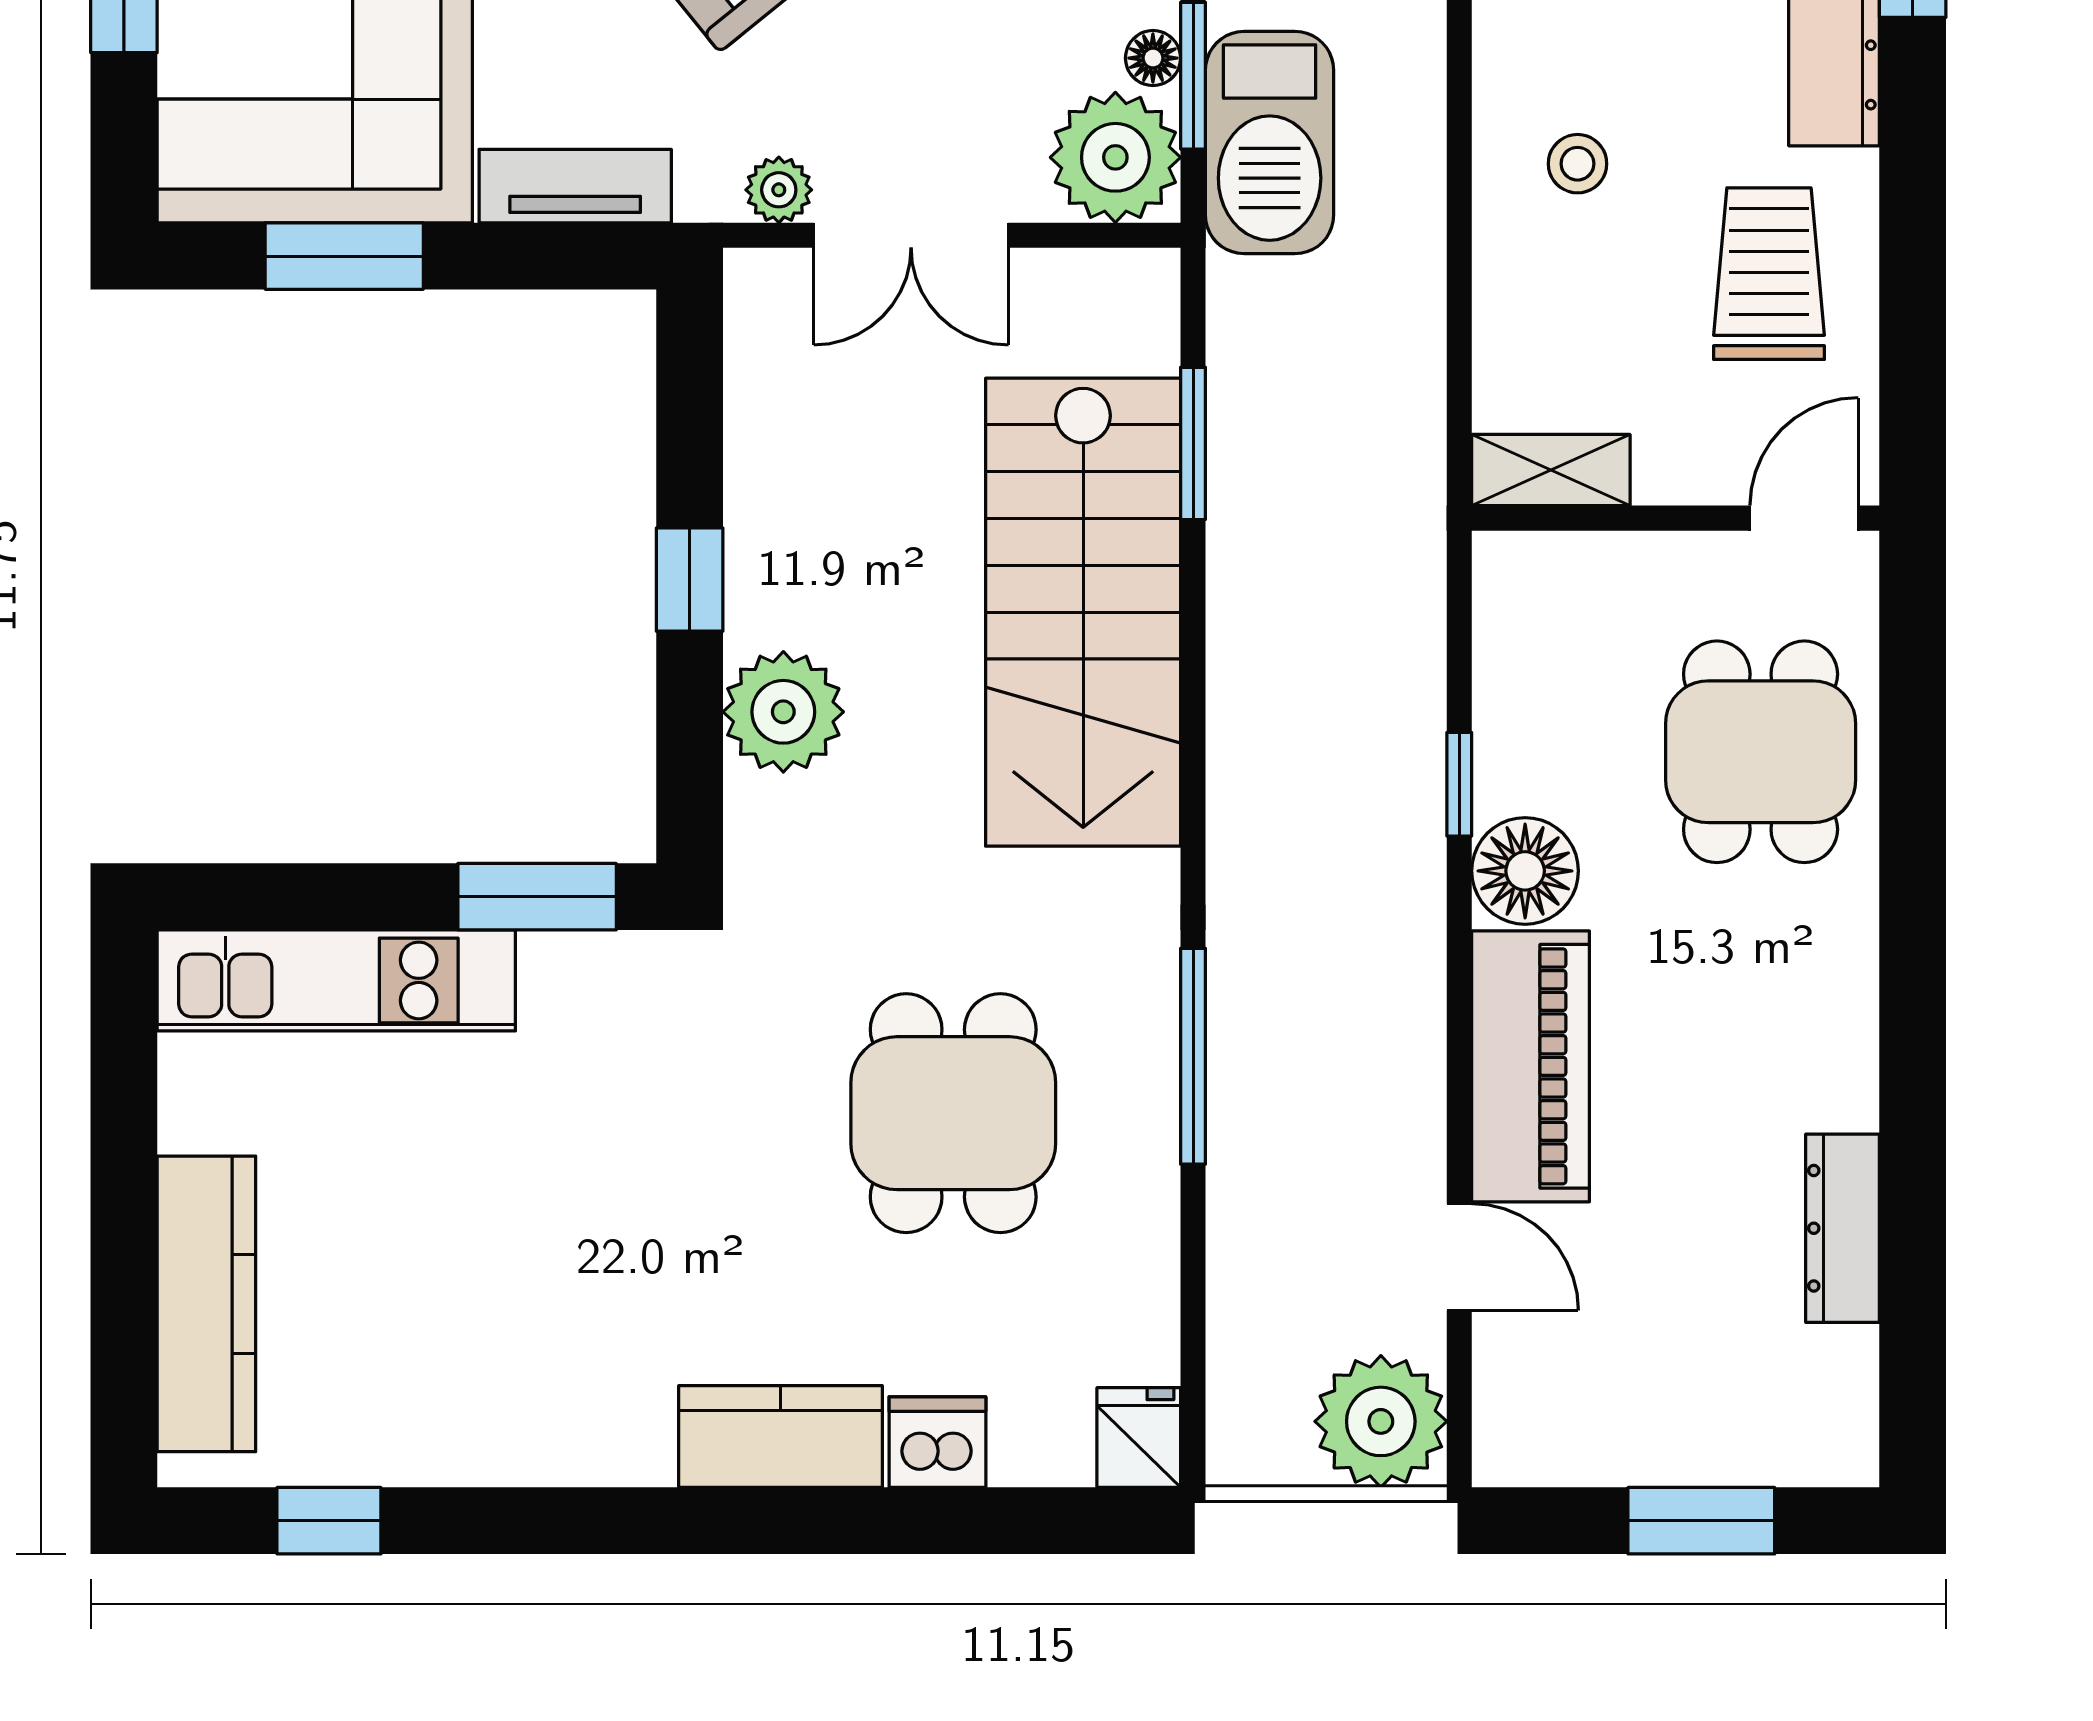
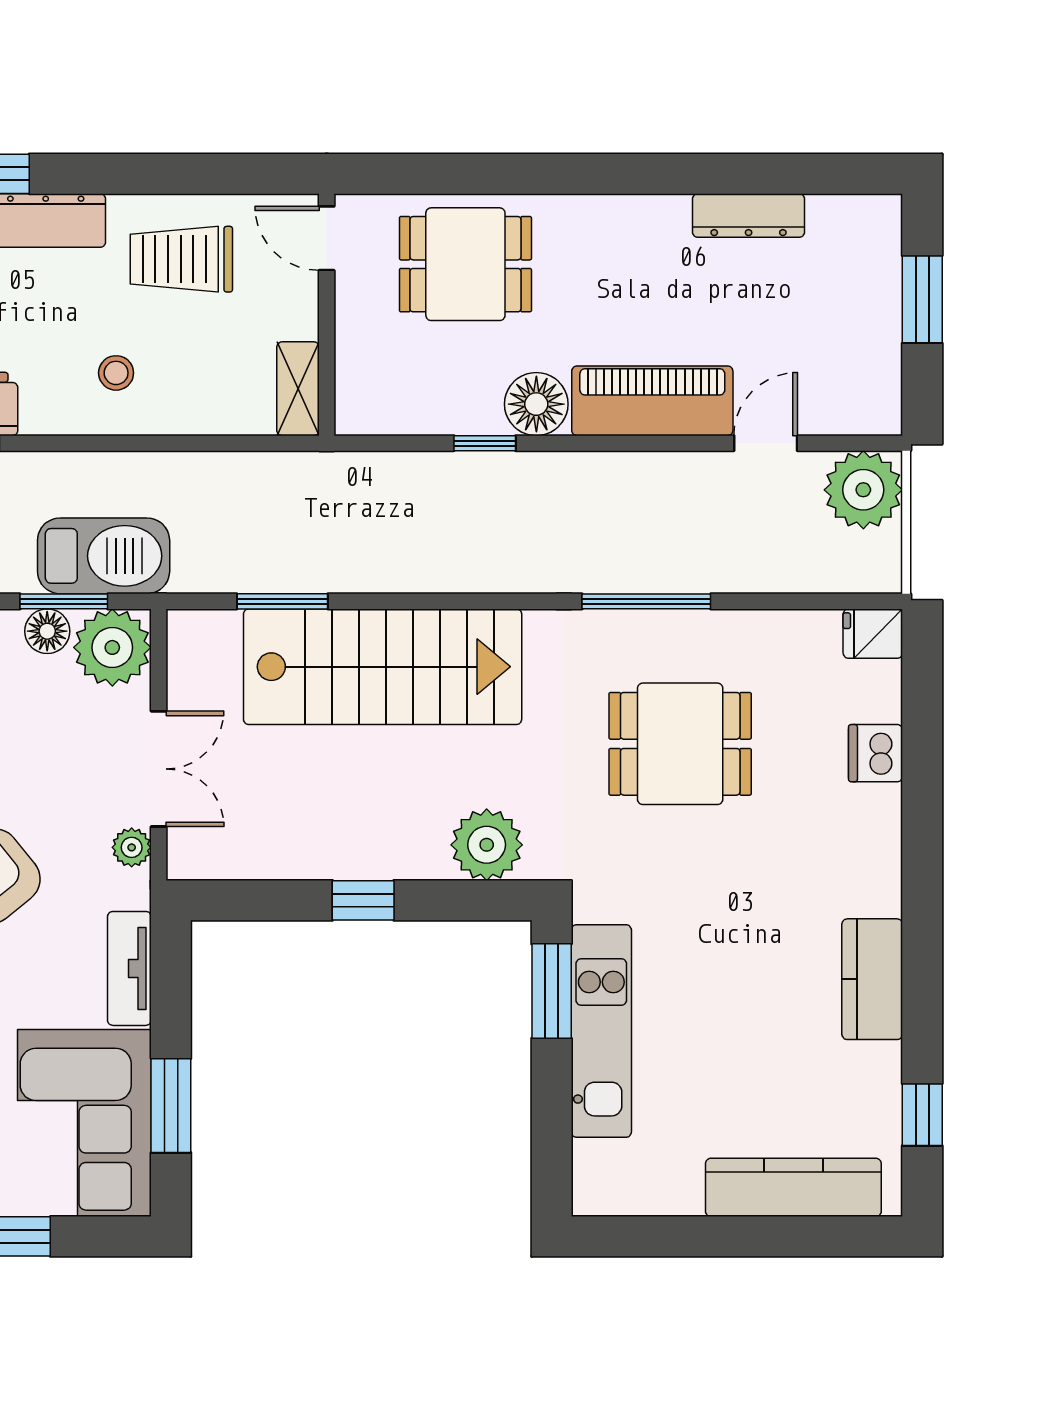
floor lamp: (1153, 58) -> (47, 631), width x1.37, depth x1.37
plant: (783, 712) -> (487, 845), moved
kitchen unit: (336, 980) -> (601, 1031), moved
kitchen counter: (781, 1436) -> (872, 979), moved

